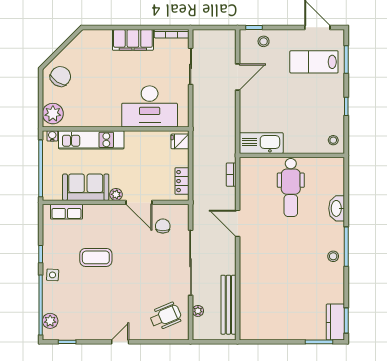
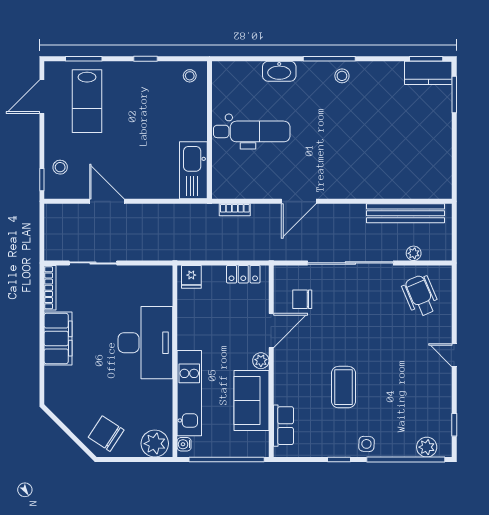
desk: (150, 106) -> (145, 343), moved

